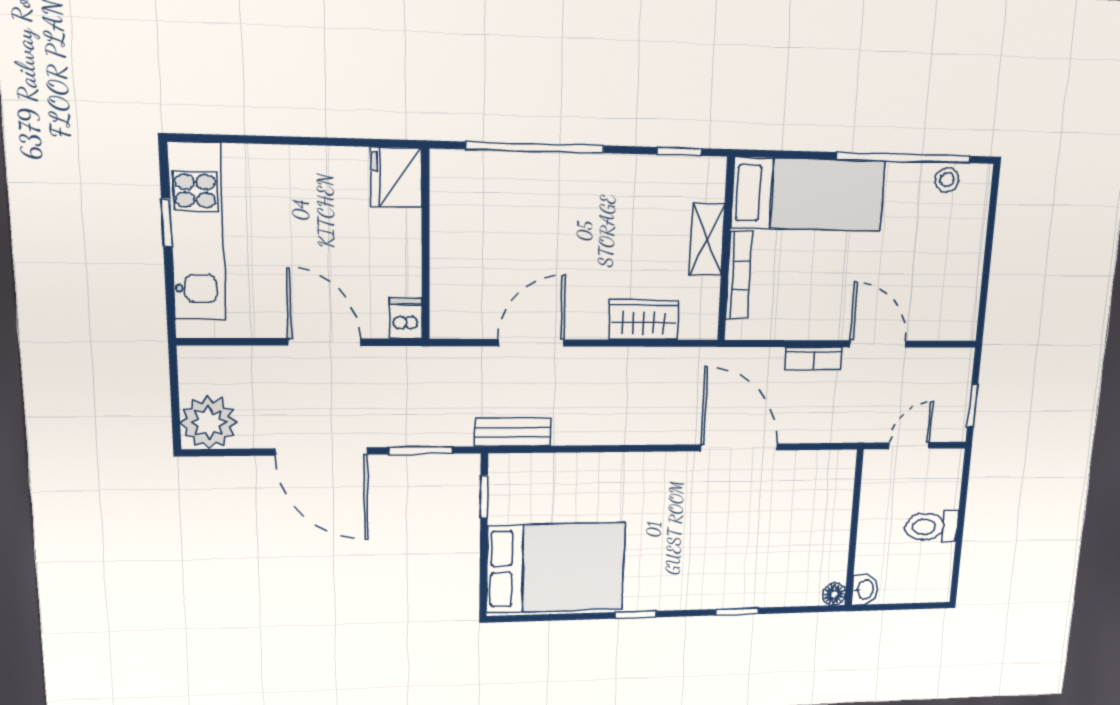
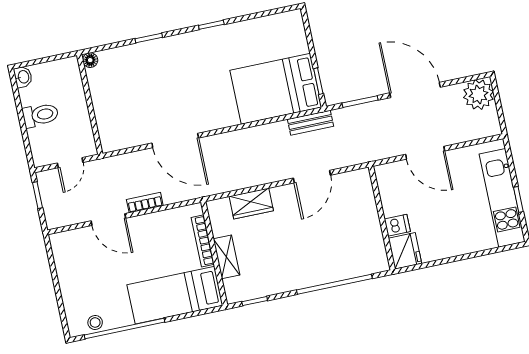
dishwasher: (406, 318) -> (397, 225), moved, turned -90
bed: (556, 568) -> (276, 89), moved
washbasin: (865, 590) -> (23, 77), moved, turned 180

